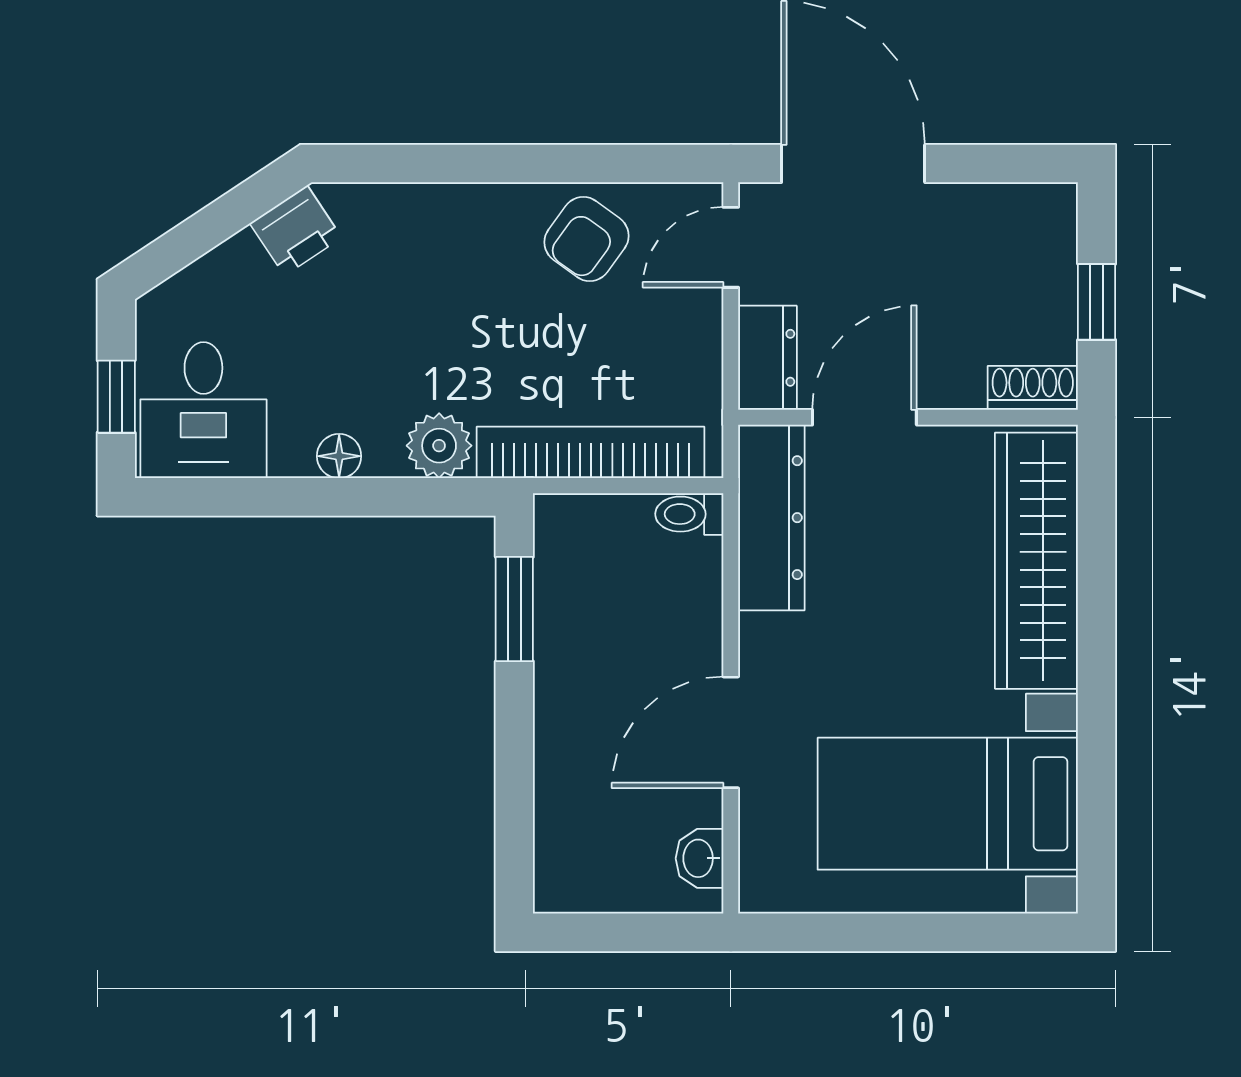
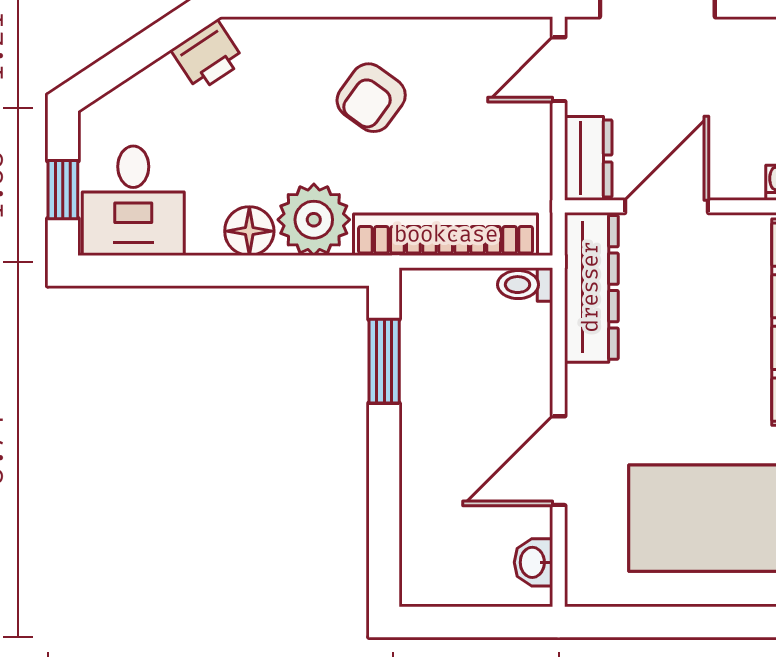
armchair: (586, 239) -> (371, 98), moved
plant: (439, 446) -> (314, 220), width x1.36, depth x1.36
floor lamp: (339, 456) -> (249, 231), width x1.37, depth x1.37

